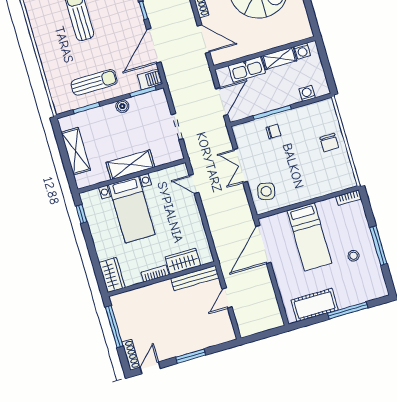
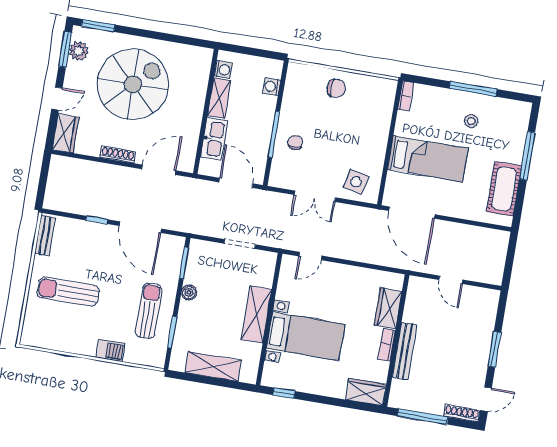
barbecue: (150, 79) -> (111, 350), moved, turned 90
bench: (195, 278) -> (404, 351), moved
door: (150, 368) -> (486, 399), swing flipped

